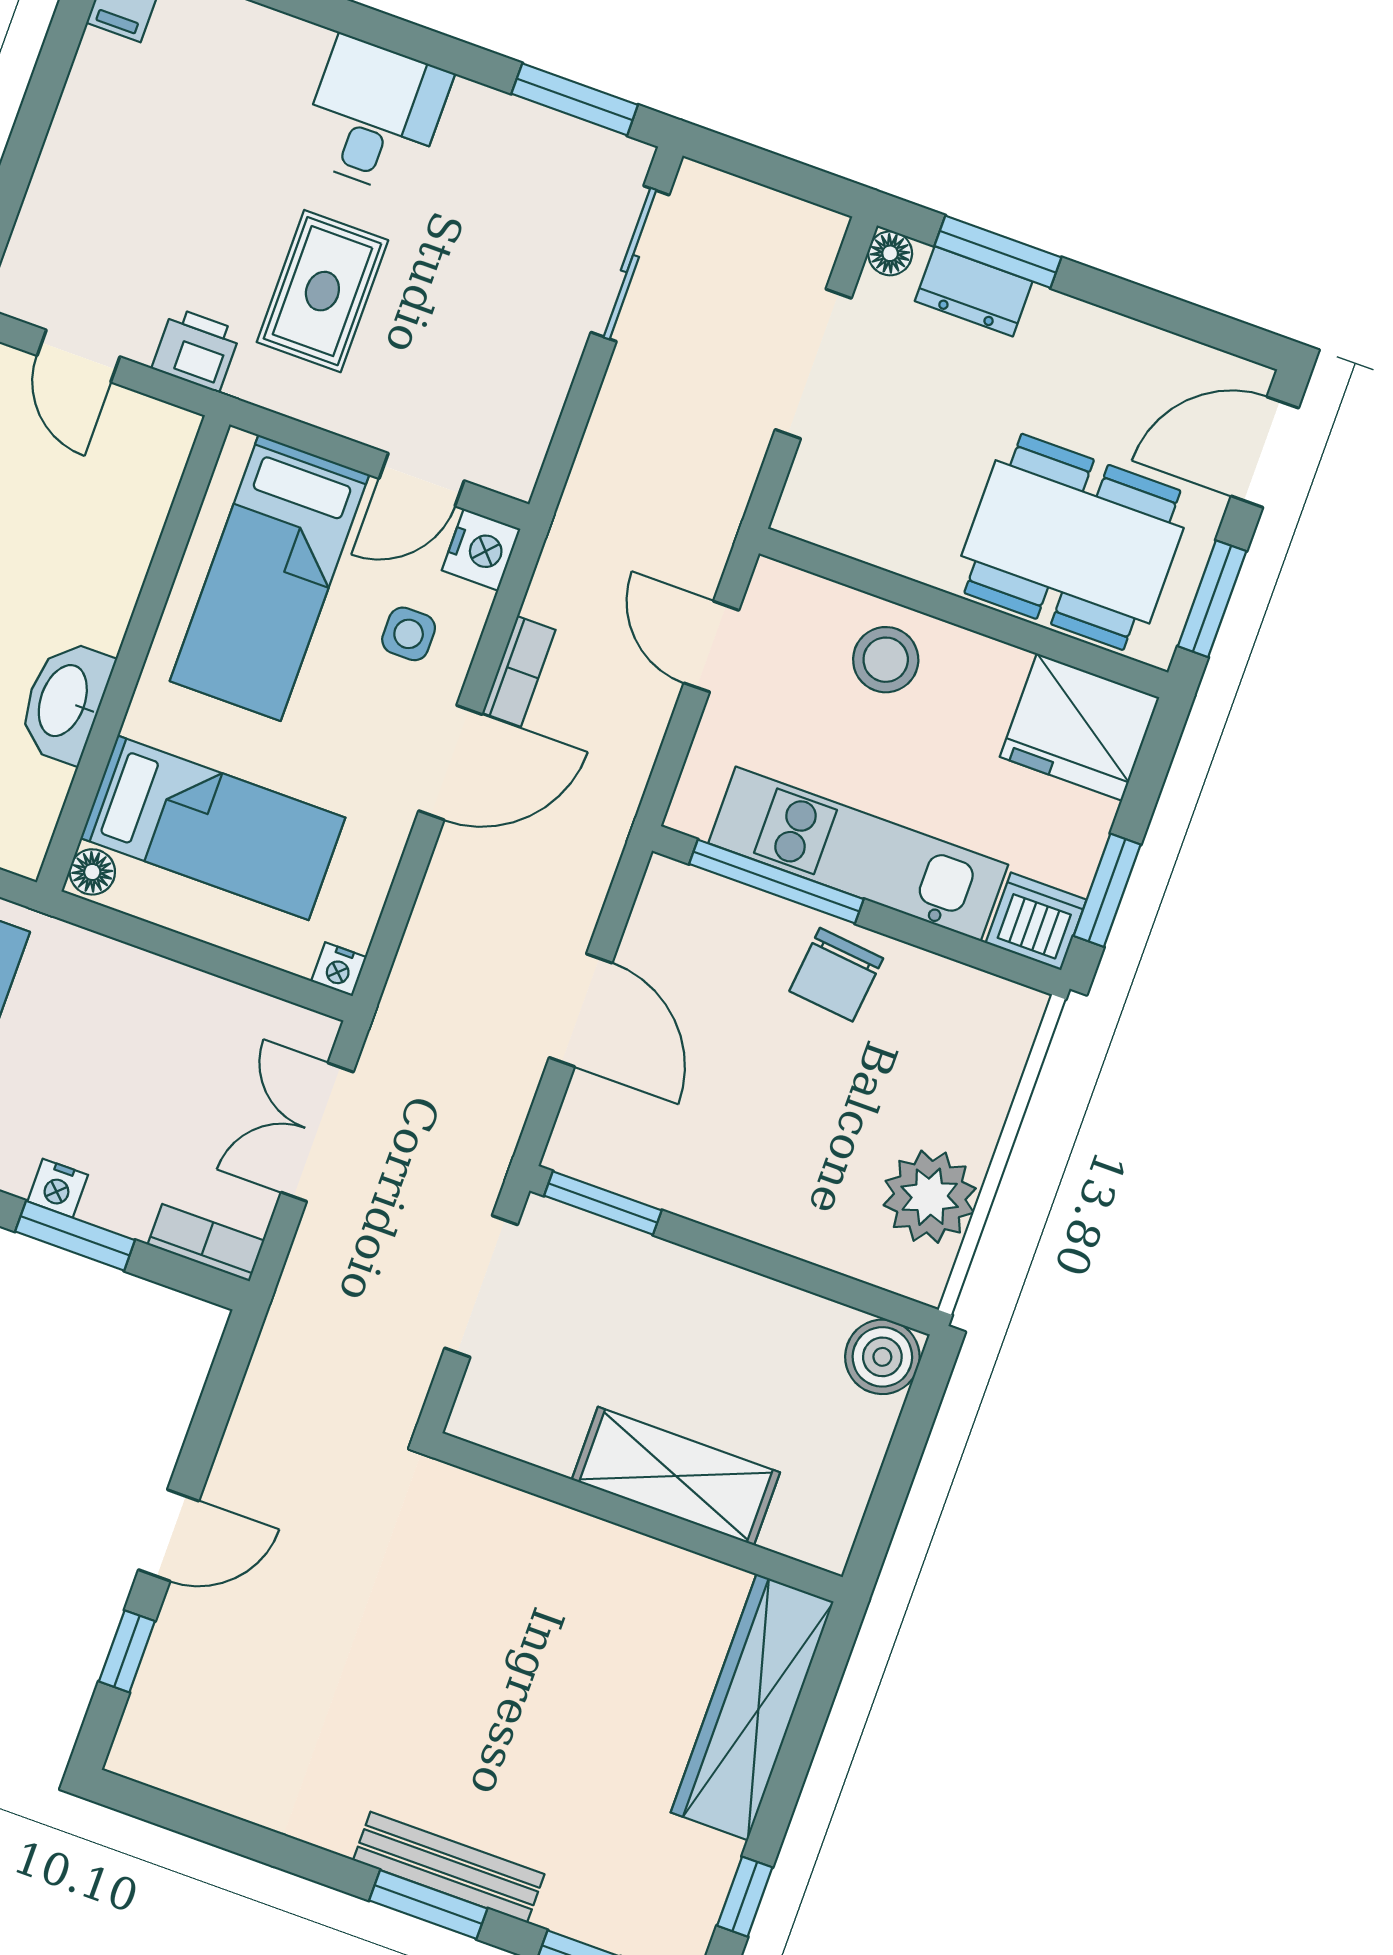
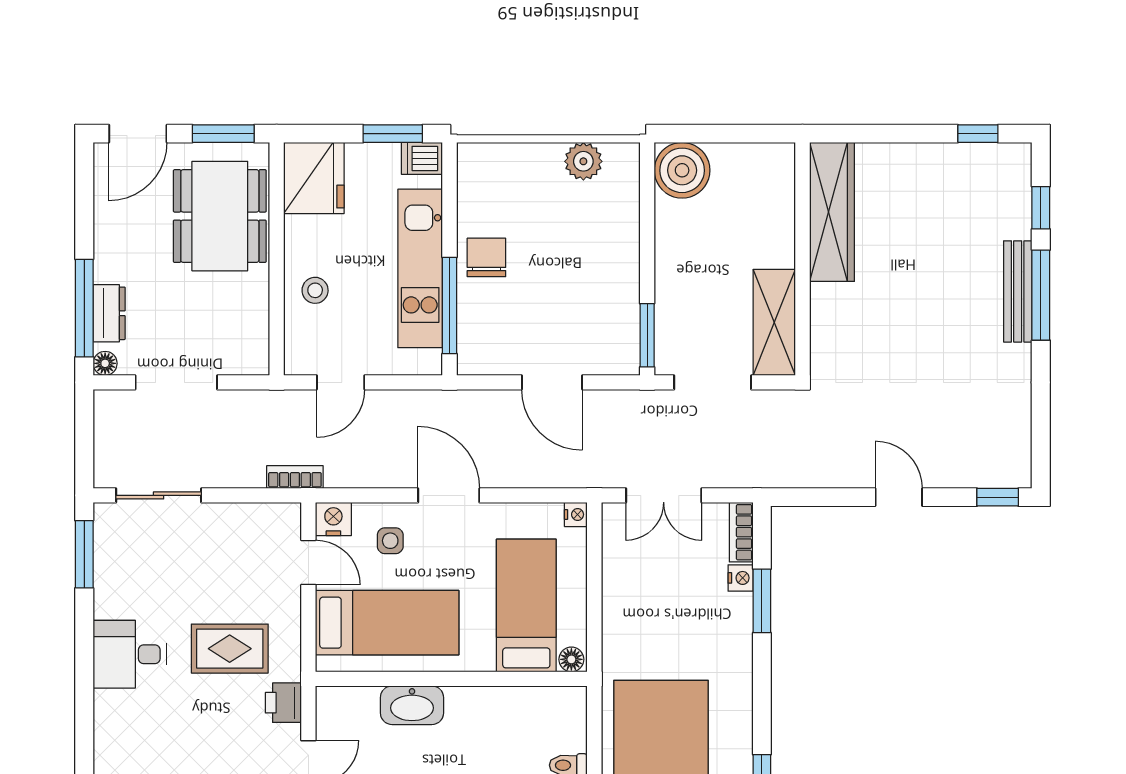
window: (998, 252) -> (84, 308), width x1.44
door: (1265, 452) -> (138, 134), hinge flipped
stool: (886, 660) -> (315, 290), width x0.73, depth x0.73
bookcase: (519, 671) -> (295, 477), moved
washbasin: (65, 701) -> (412, 705), moved
dishwasher: (1036, 921) -> (422, 158), width x0.73
chair: (836, 975) -> (486, 257), turned -96
door: (581, 1010) -> (552, 382), swing flipped
nightstand: (58, 1188) -> (741, 578), moved
plant: (930, 1197) -> (583, 161), width x0.73, depth x0.73
boiler: (882, 1357) -> (682, 170), width x1.37, depth x1.37
shelving: (676, 1476) -> (774, 322), moved
window: (127, 1651) -> (998, 497), moved
wardrobe: (752, 1707) -> (832, 212), moved, turned -90
window: (428, 1905) -> (1041, 295), width x1.44

